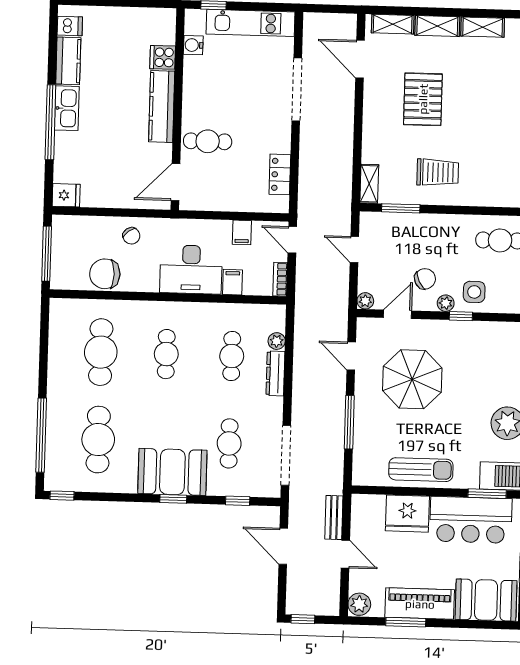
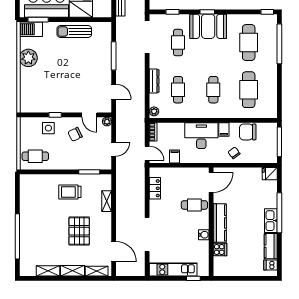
water cooler: (193, 45) -> (204, 235), moved
shelving: (369, 184) -> (107, 201), moved
door: (354, 249) -> (114, 149), hinge flipped
chair: (105, 274) -> (248, 132), turned 180
filing cabinet: (233, 282) -> (224, 130), moved
plant: (446, 303) -> (64, 122), removed
door: (397, 314) -> (89, 115), hinge flipped
plant: (277, 341) -> (154, 111), moved
parasol: (412, 379) -> (80, 80), removed

